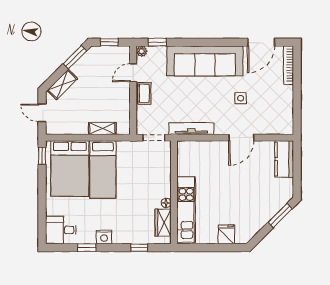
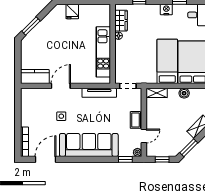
boiler: (81, 128) -> (184, 93), added
shelving: (102, 129) -> (157, 93), moved
kitchen counter: (284, 159) -> (35, 77), moved, turned -90
kitchen unit: (186, 210) -> (103, 52), moved

